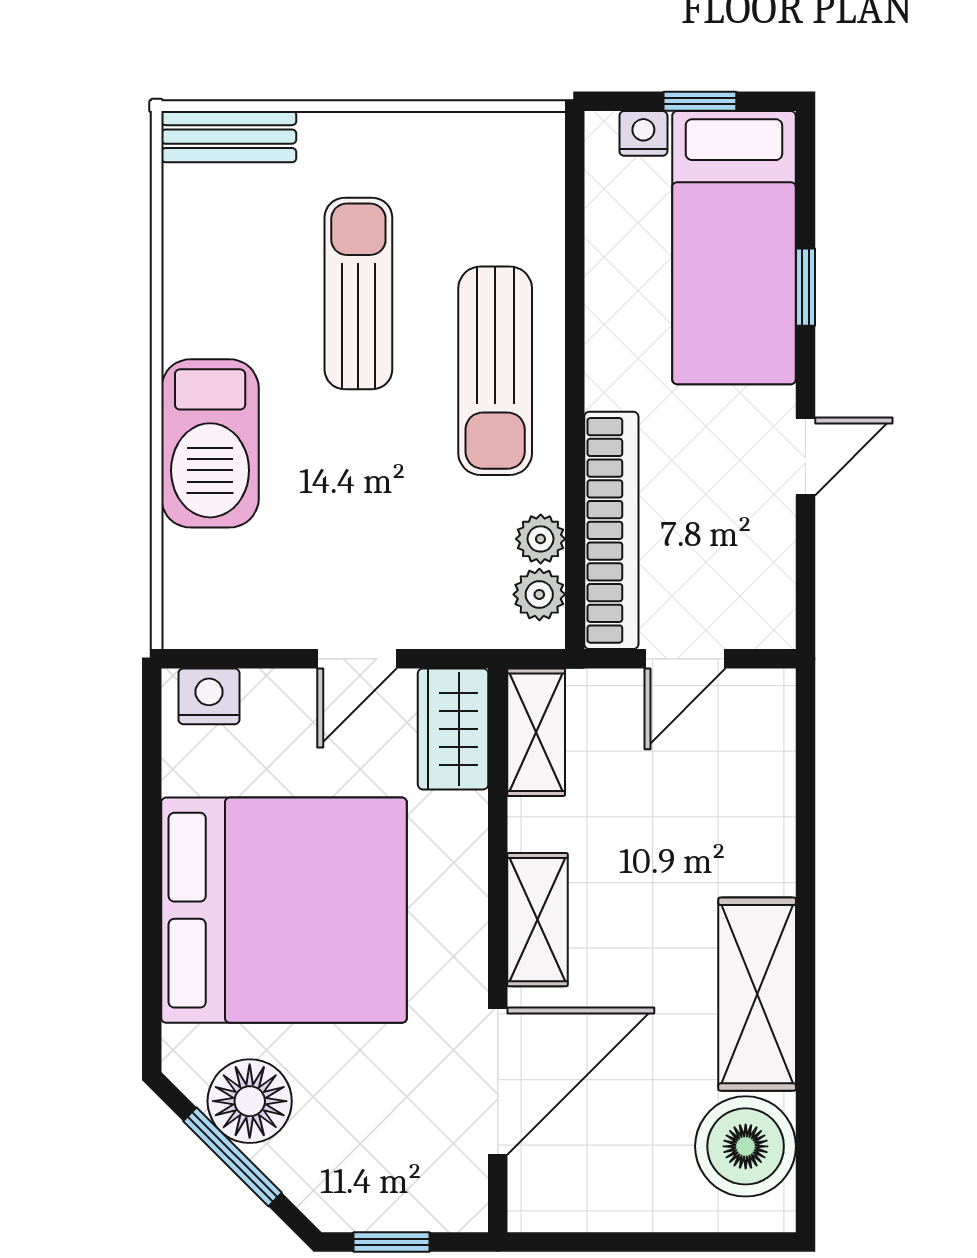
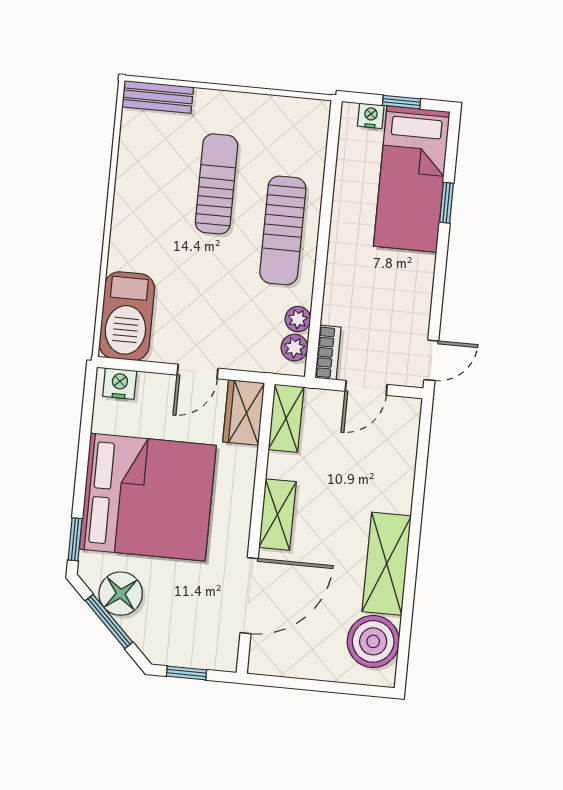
barbecue: (210, 443) -> (127, 316), moved
door: (805, 456) -> (431, 360), moved
bookcase: (611, 530) -> (328, 353), width x0.43, depth x0.76
window: (152, 1005) -> (75, 539), added

